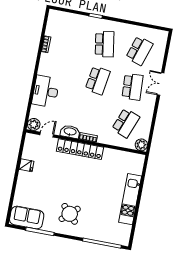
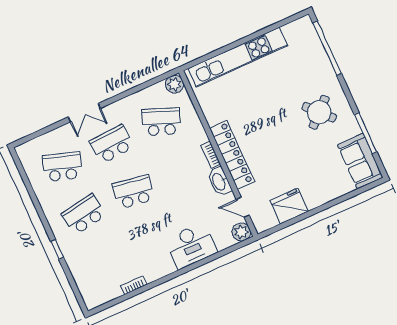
fridge: (26, 165) -> (289, 206), width x1.88, depth x1.34
kitchen unit: (130, 199) -> (238, 57), width x1.36

